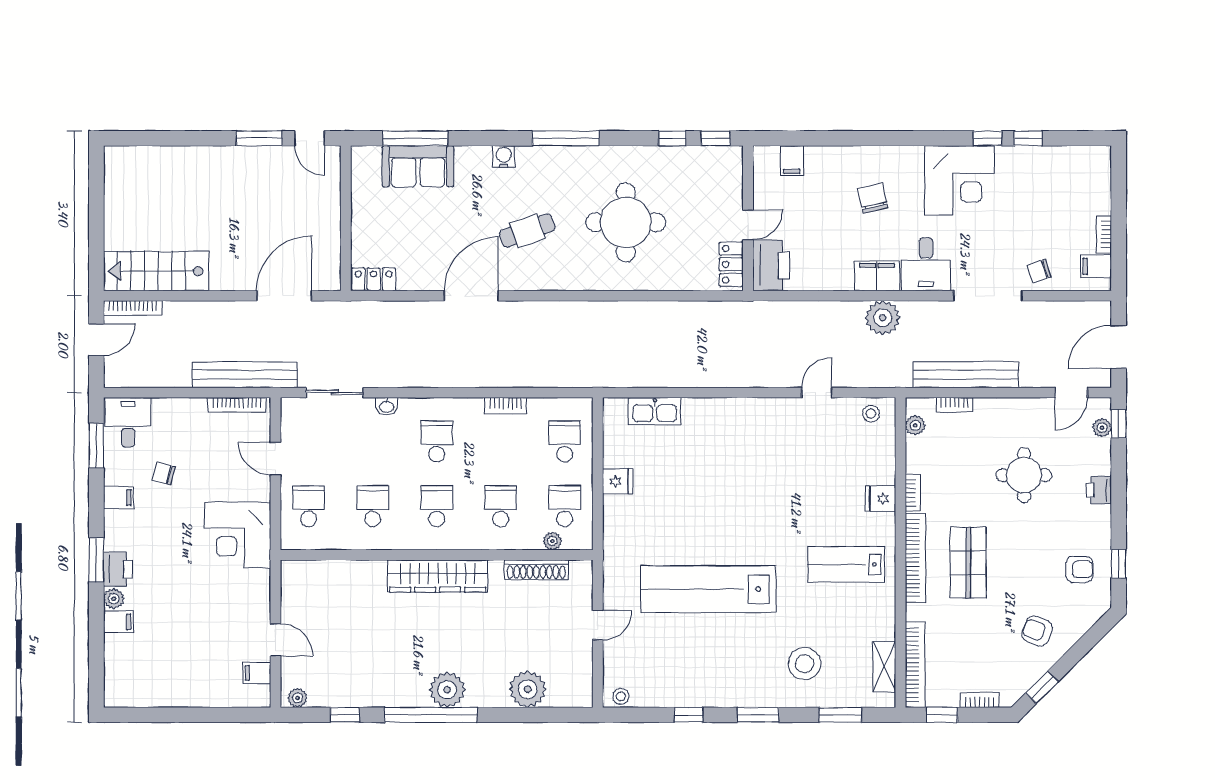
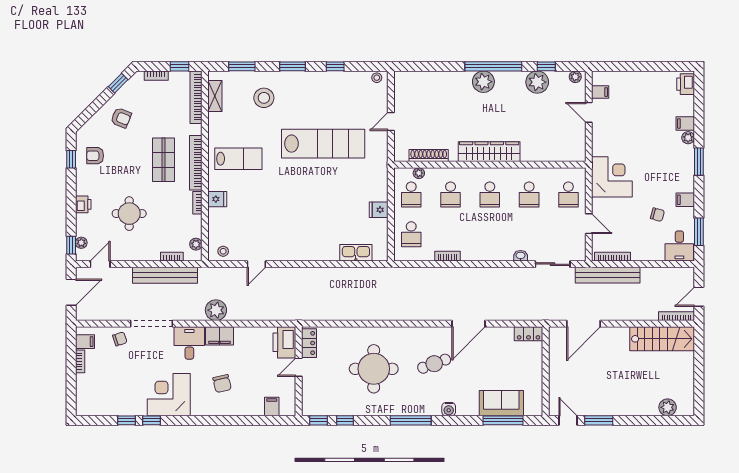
plant: (147, 160) -> (668, 407), added
school desk: (437, 441) -> (490, 234), removed
printer: (118, 569) -> (686, 84), moved
plant: (528, 689) -> (537, 82), moved

